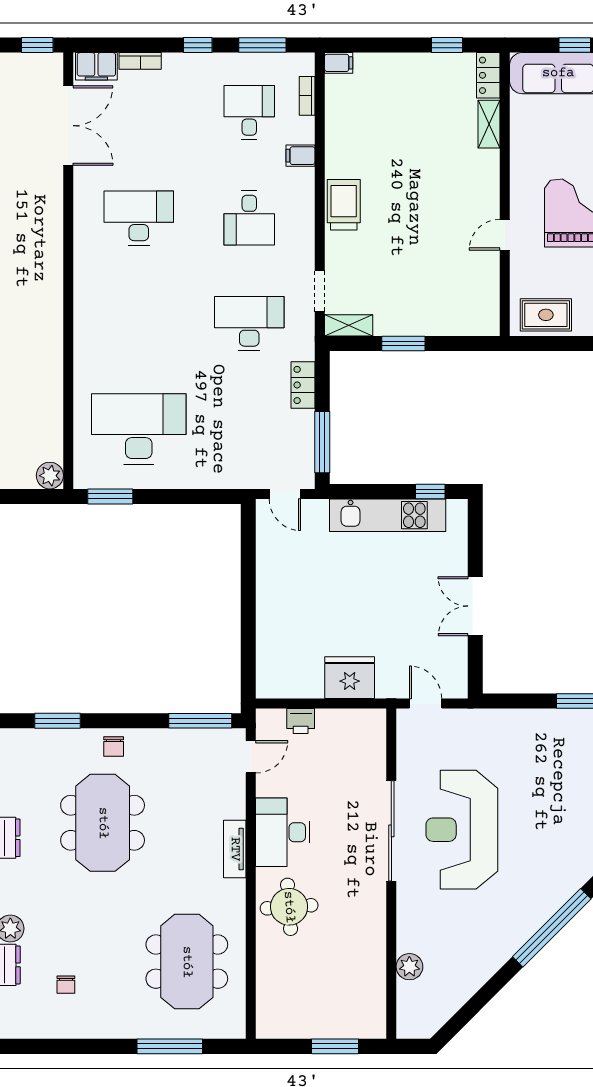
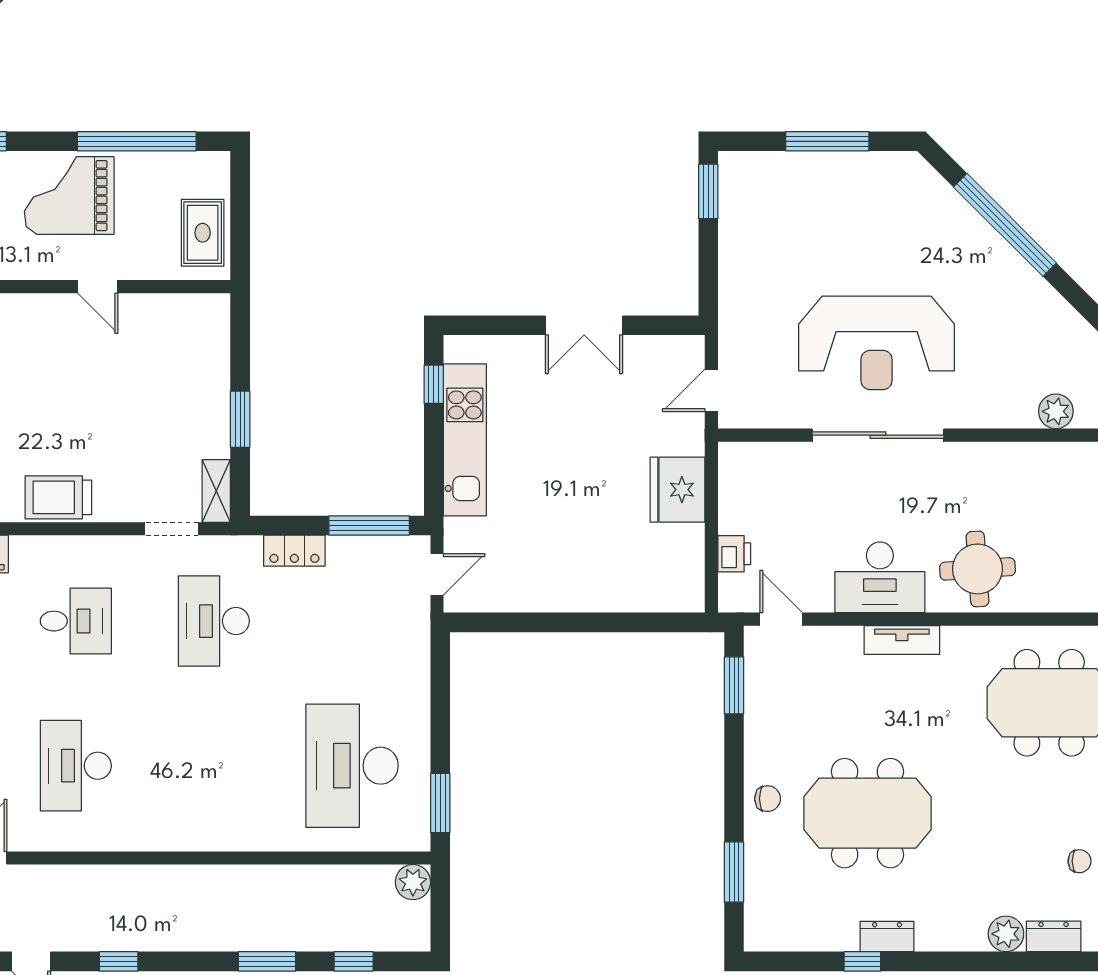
window: (200, 721) -> (734, 685), width x0.69

